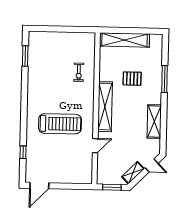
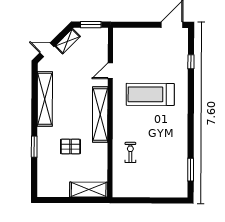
shelving: (125, 40) -> (89, 190), width x0.68
window: (165, 79) -> (34, 147), width x0.69
shelving: (154, 122) -> (45, 99), width x1.47

